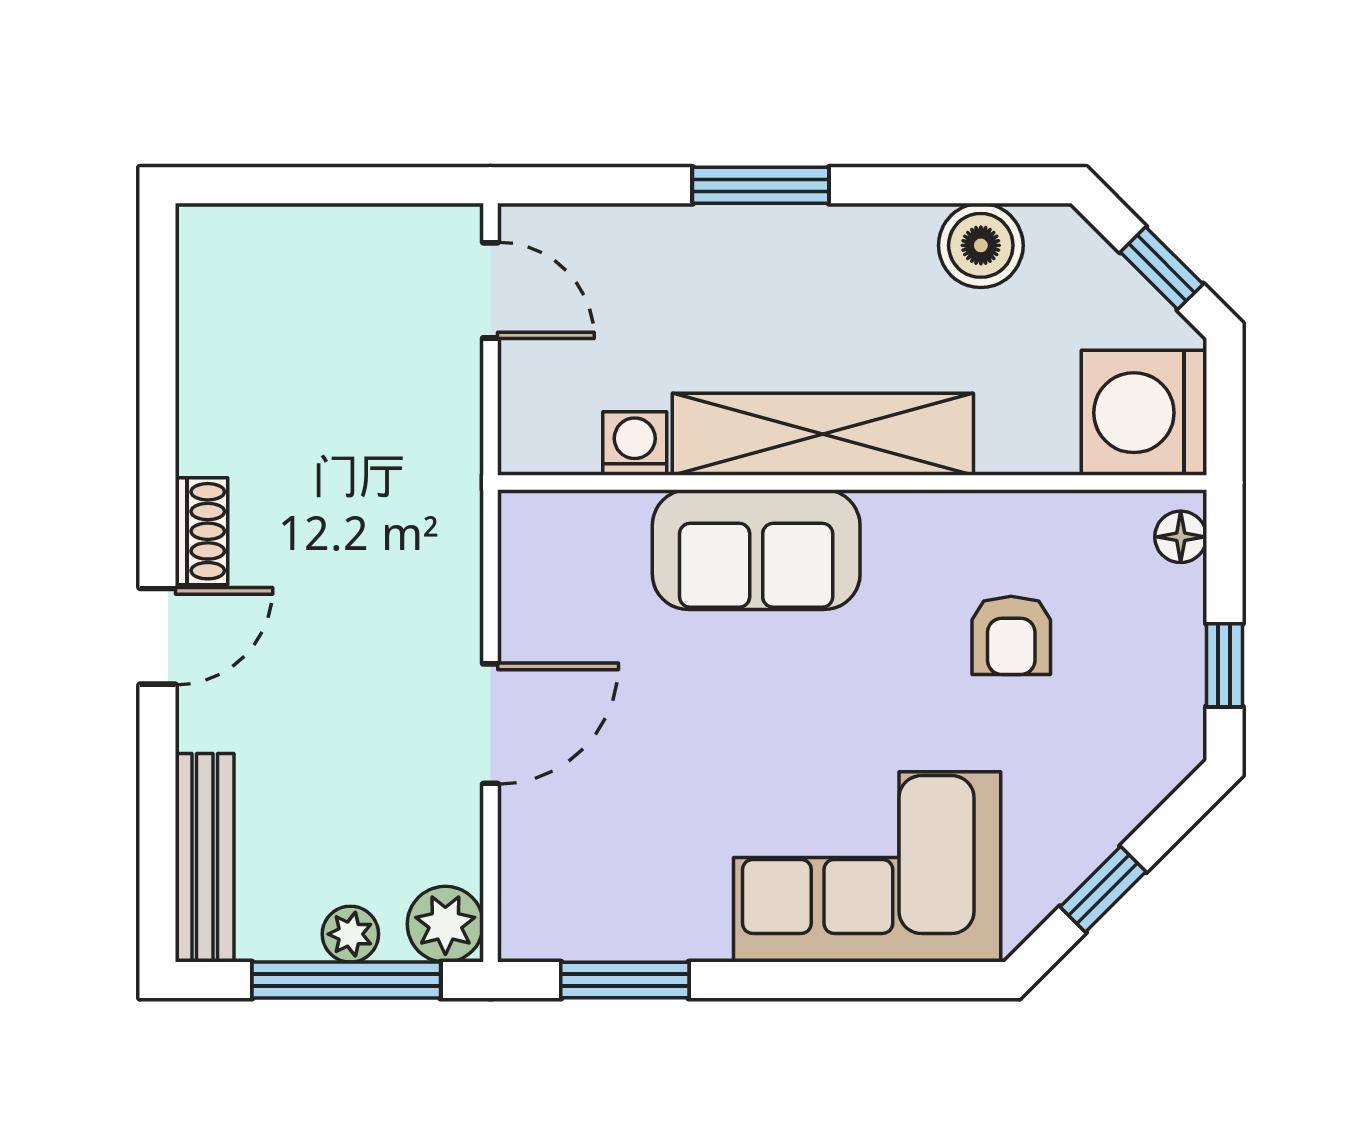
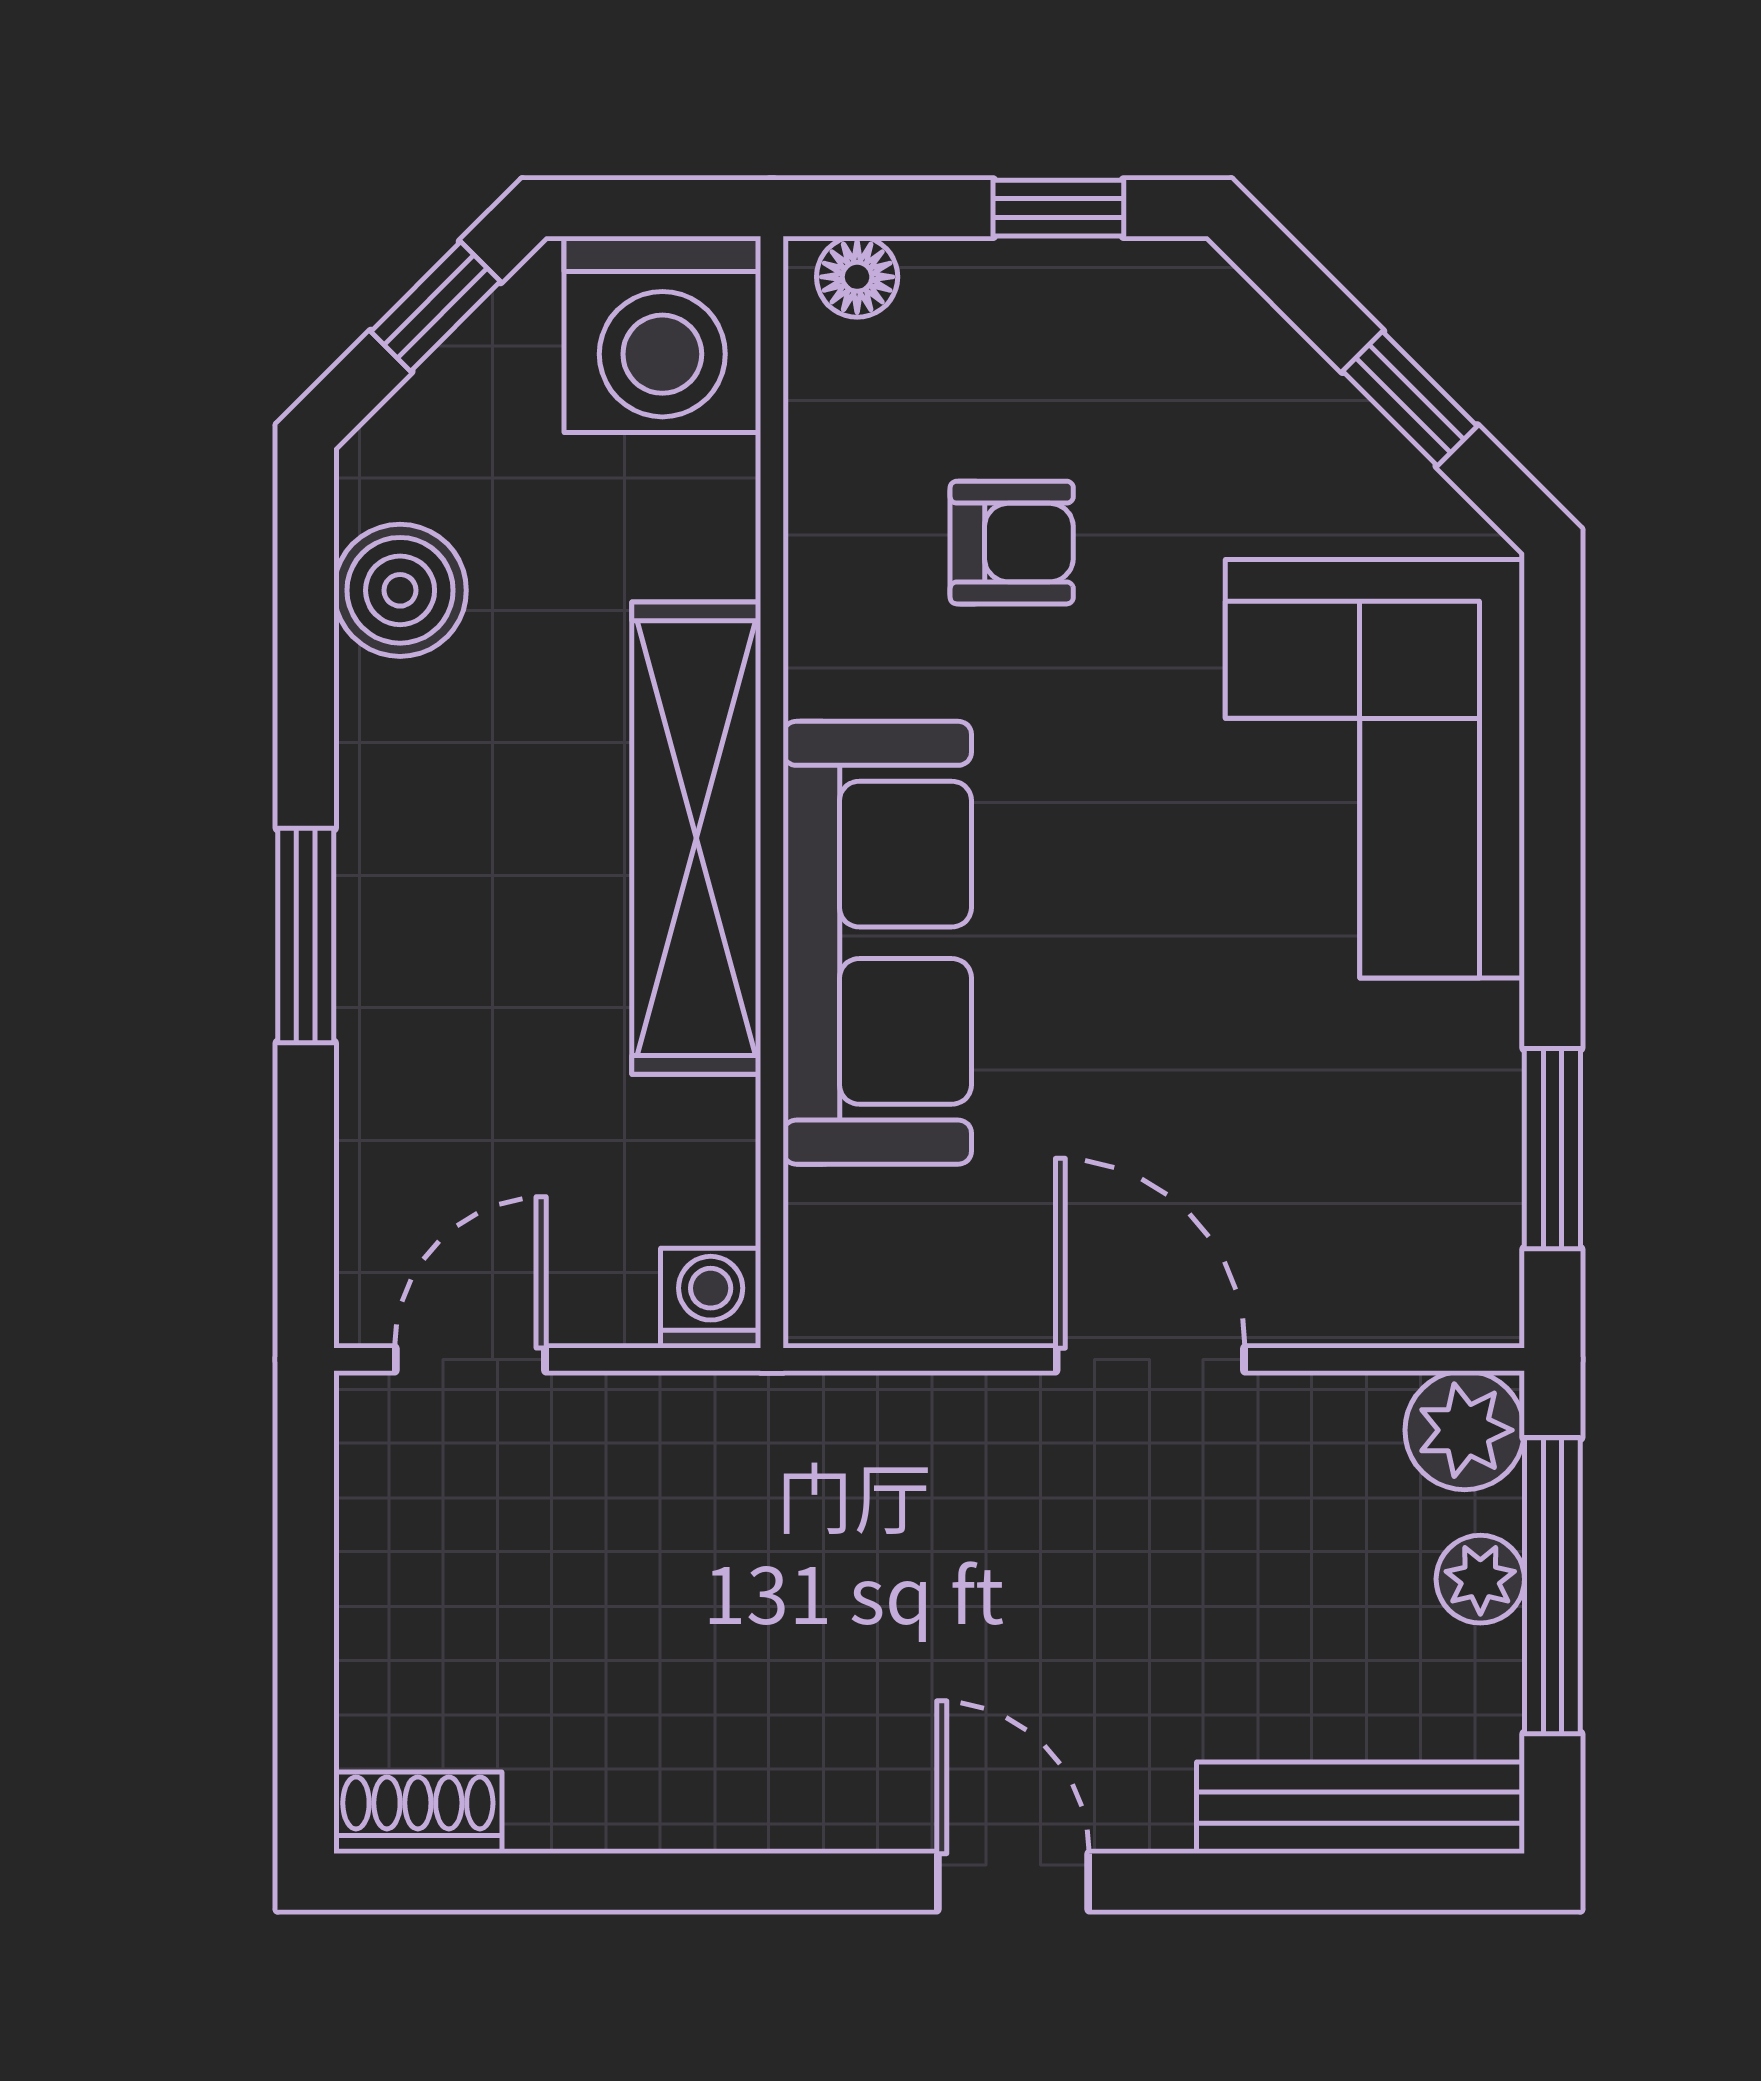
washing machine: (635, 443) -> (711, 1298), moved, turned 90
shoe rack: (201, 531) -> (418, 1813), moved
sofa: (756, 550) -> (877, 943), width x1.36

